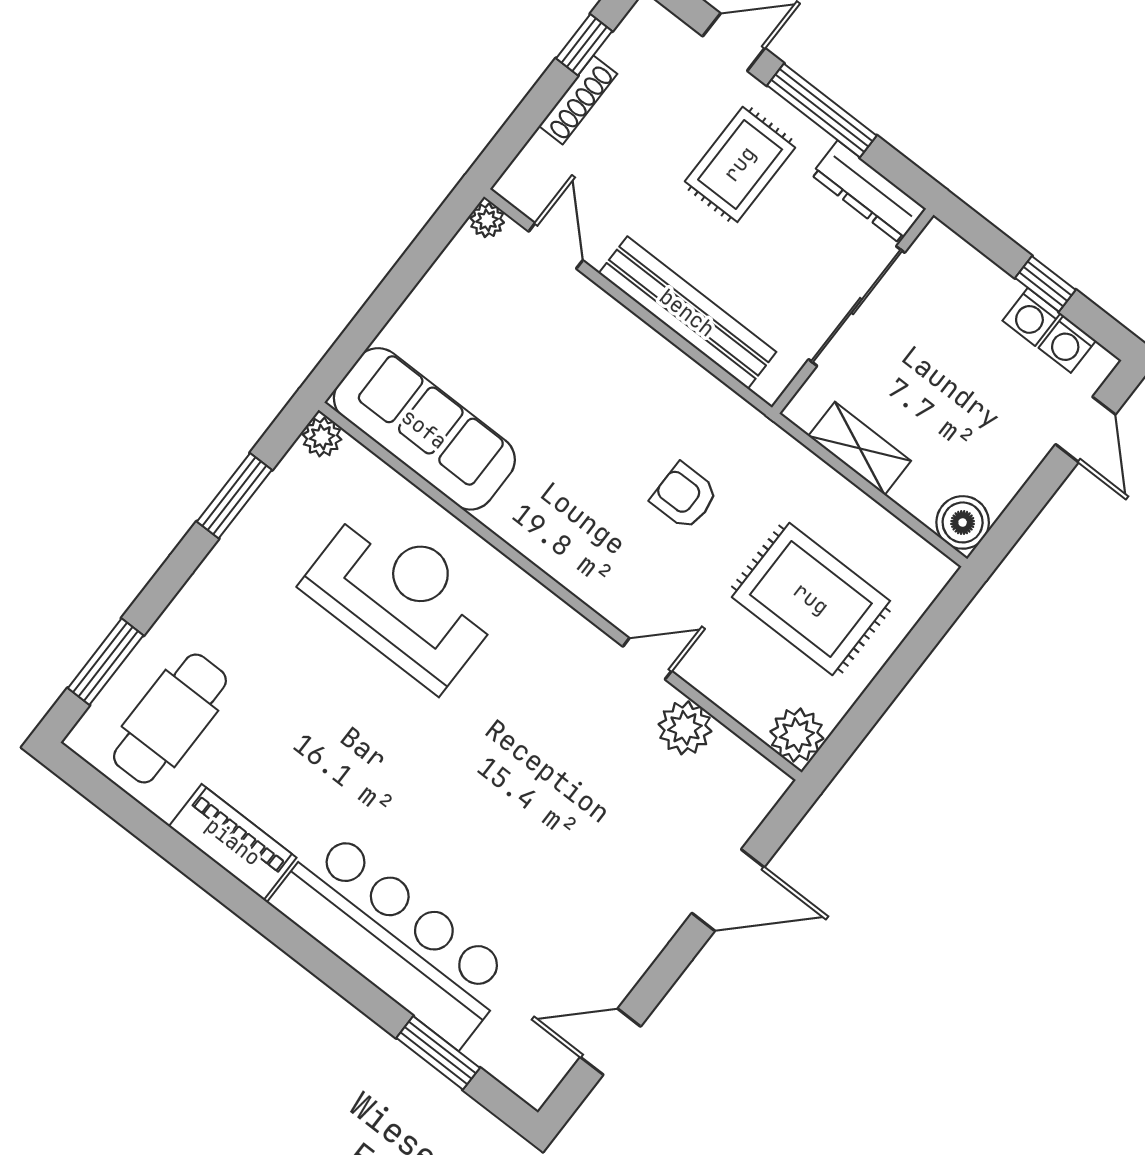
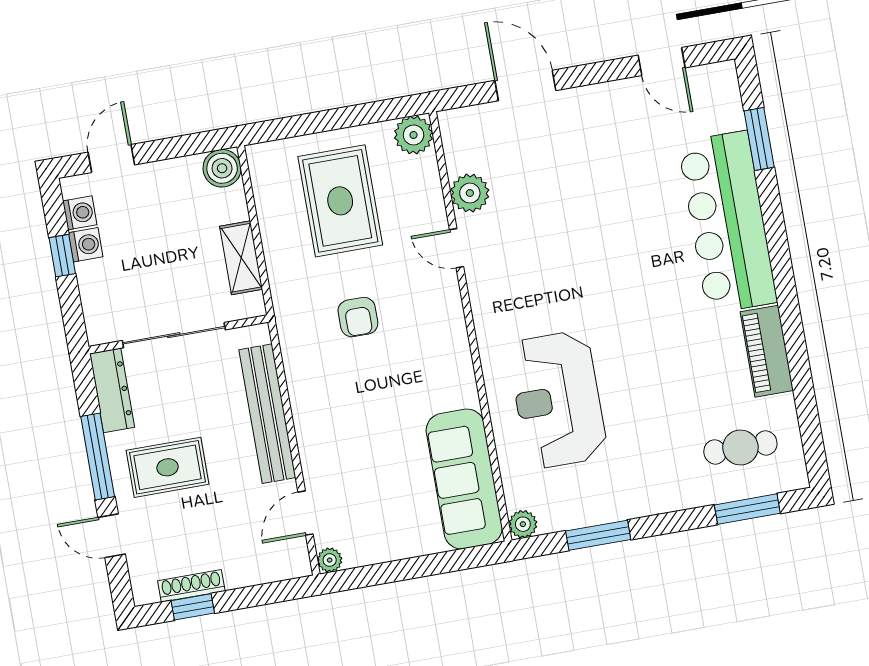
shoe rack: (578, 100) -> (191, 586), moved
cafe table: (170, 718) -> (740, 447), width x0.73, depth x0.74

